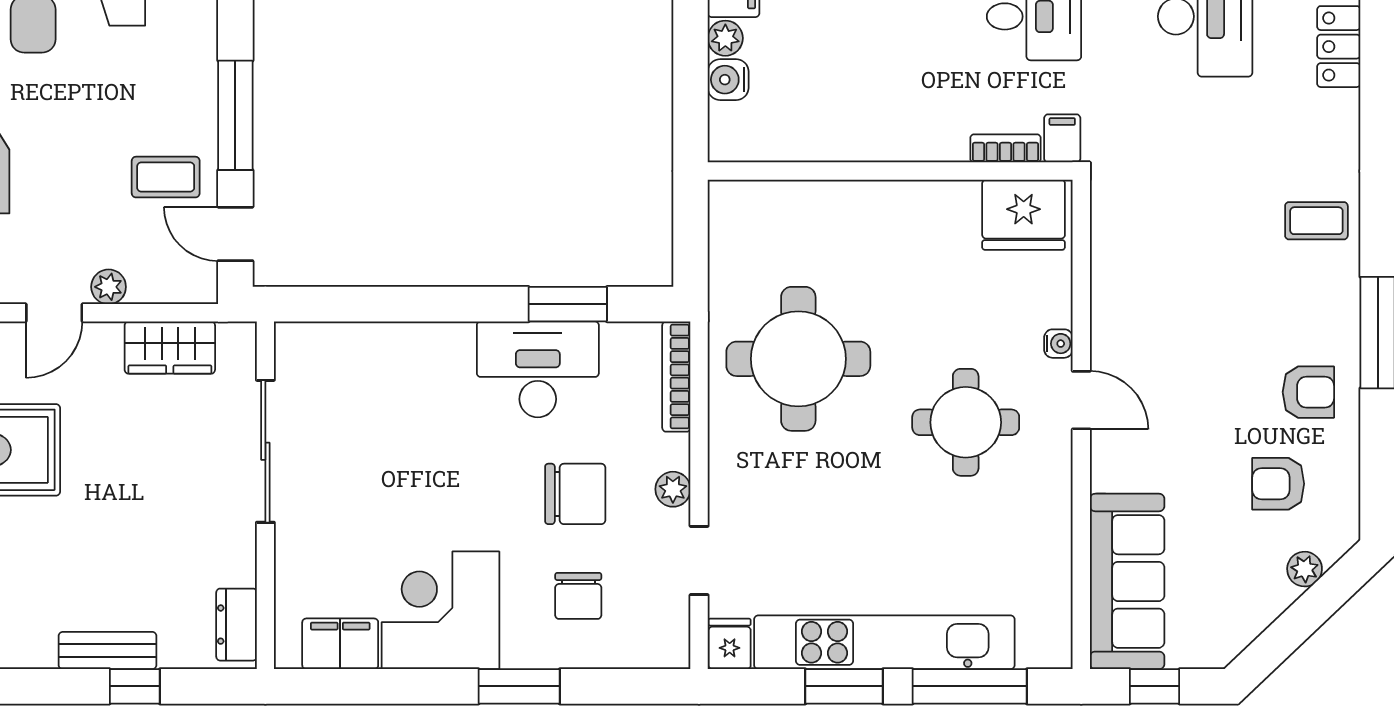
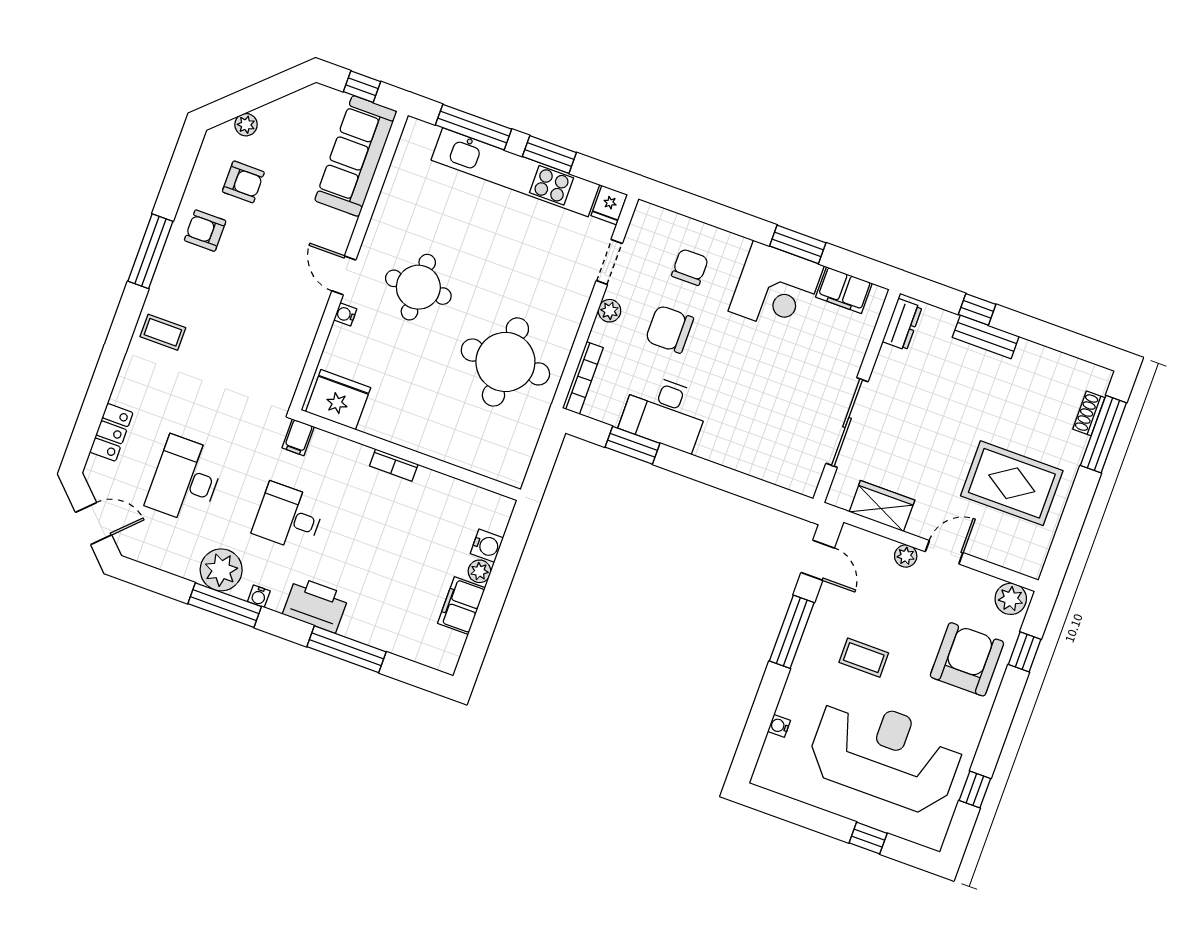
bookcase: (1006, 148) -> (394, 465), moved
coffee table: (166, 177) -> (864, 658), moved
window: (519, 686) -> (798, 244), moved

